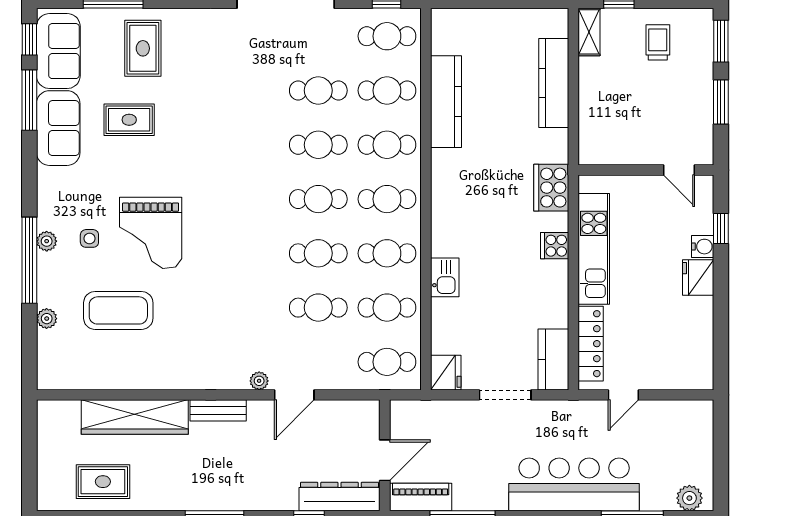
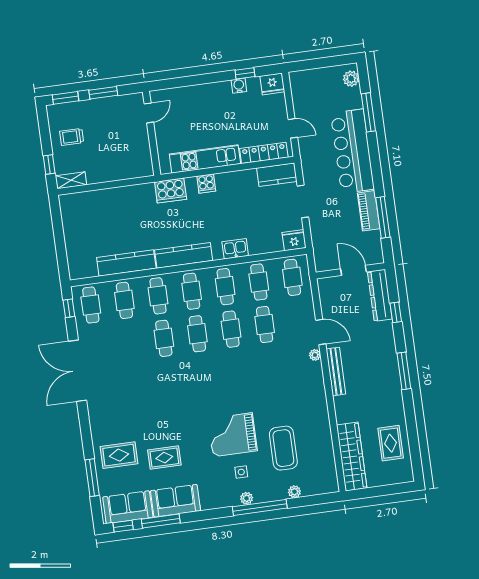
kitchen counter: (554, 83) -> (184, 255), moved, turned 180
cafe table: (318, 90) -> (130, 343), removed
rug: (129, 120) -> (164, 458), turned 90
window: (721, 228) -> (245, 73), moved
grand piano: (151, 233) -> (233, 435), turned 180
water cooler: (703, 247) -> (239, 86), moved
fridge: (698, 277) -> (272, 84), moved
bench: (218, 410) -> (336, 372), width x1.36
wardrobe: (135, 417) -> (352, 457), moved
piano: (421, 497) -> (369, 211), moved

